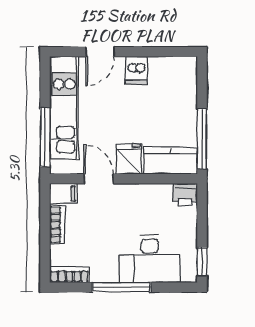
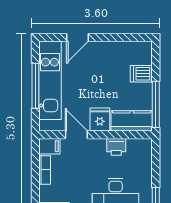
dishwasher: (136, 71) -> (141, 74), moved, turned 90
window: (45, 137) -> (35, 86), moved
printer: (185, 194) -> (116, 147), moved

